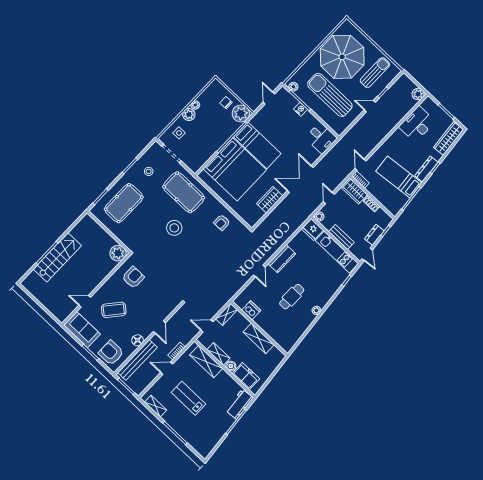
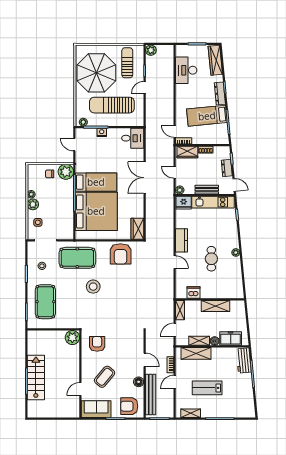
plant: (418, 94) -> (151, 50), moved
wardrobe: (270, 200) -> (137, 229), moved
armchair: (222, 222) -> (121, 254), width x1.88, depth x1.88

